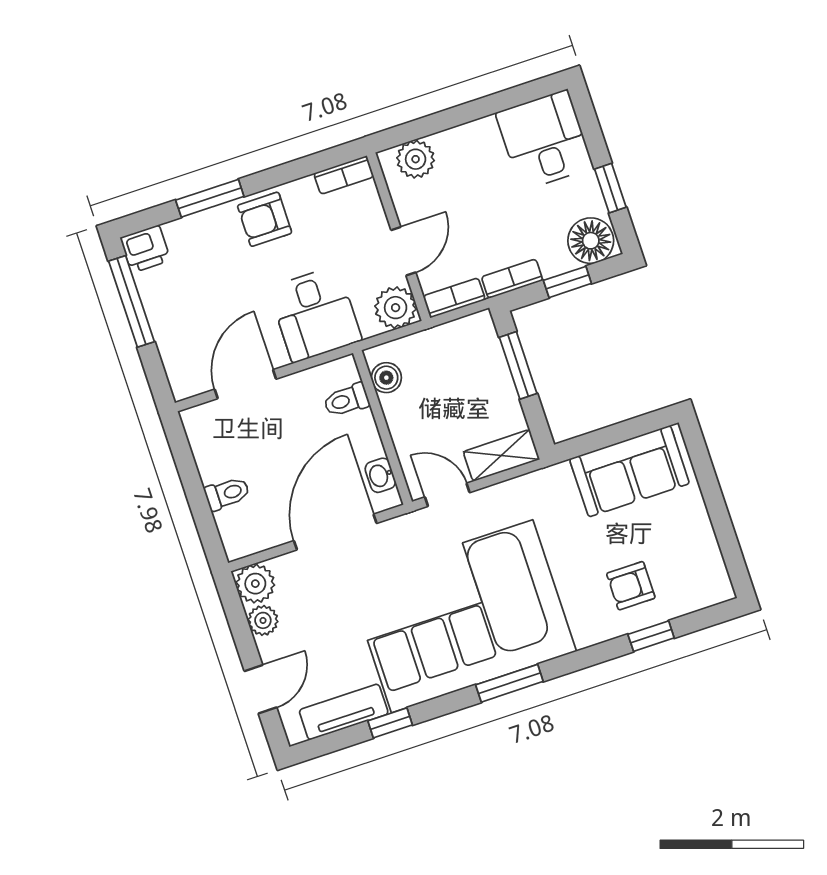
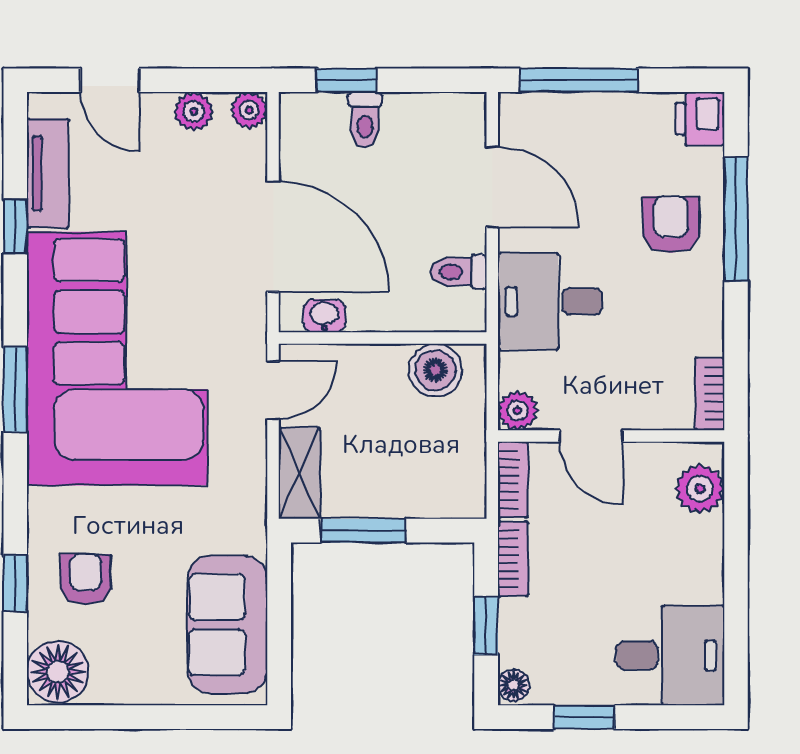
window: (210, 198) -> (736, 219), width x1.44
armchair: (265, 219) -> (671, 225), moved
floor lamp: (591, 241) -> (514, 685), width x0.53, depth x0.53
window: (131, 301) -> (579, 80), moved
plant: (396, 308) -> (518, 411), width x0.73, depth x0.73
window: (518, 365) -> (363, 531), moved
boiler: (386, 378) -> (435, 370), width x1.36, depth x1.36
toilet: (346, 400) -> (459, 272), moved, turned -90
window: (203, 516) -> (347, 80), added
plant: (255, 584) -> (249, 110), width x0.73, depth x0.73
floor lamp: (705, 584) -> (58, 672), added

